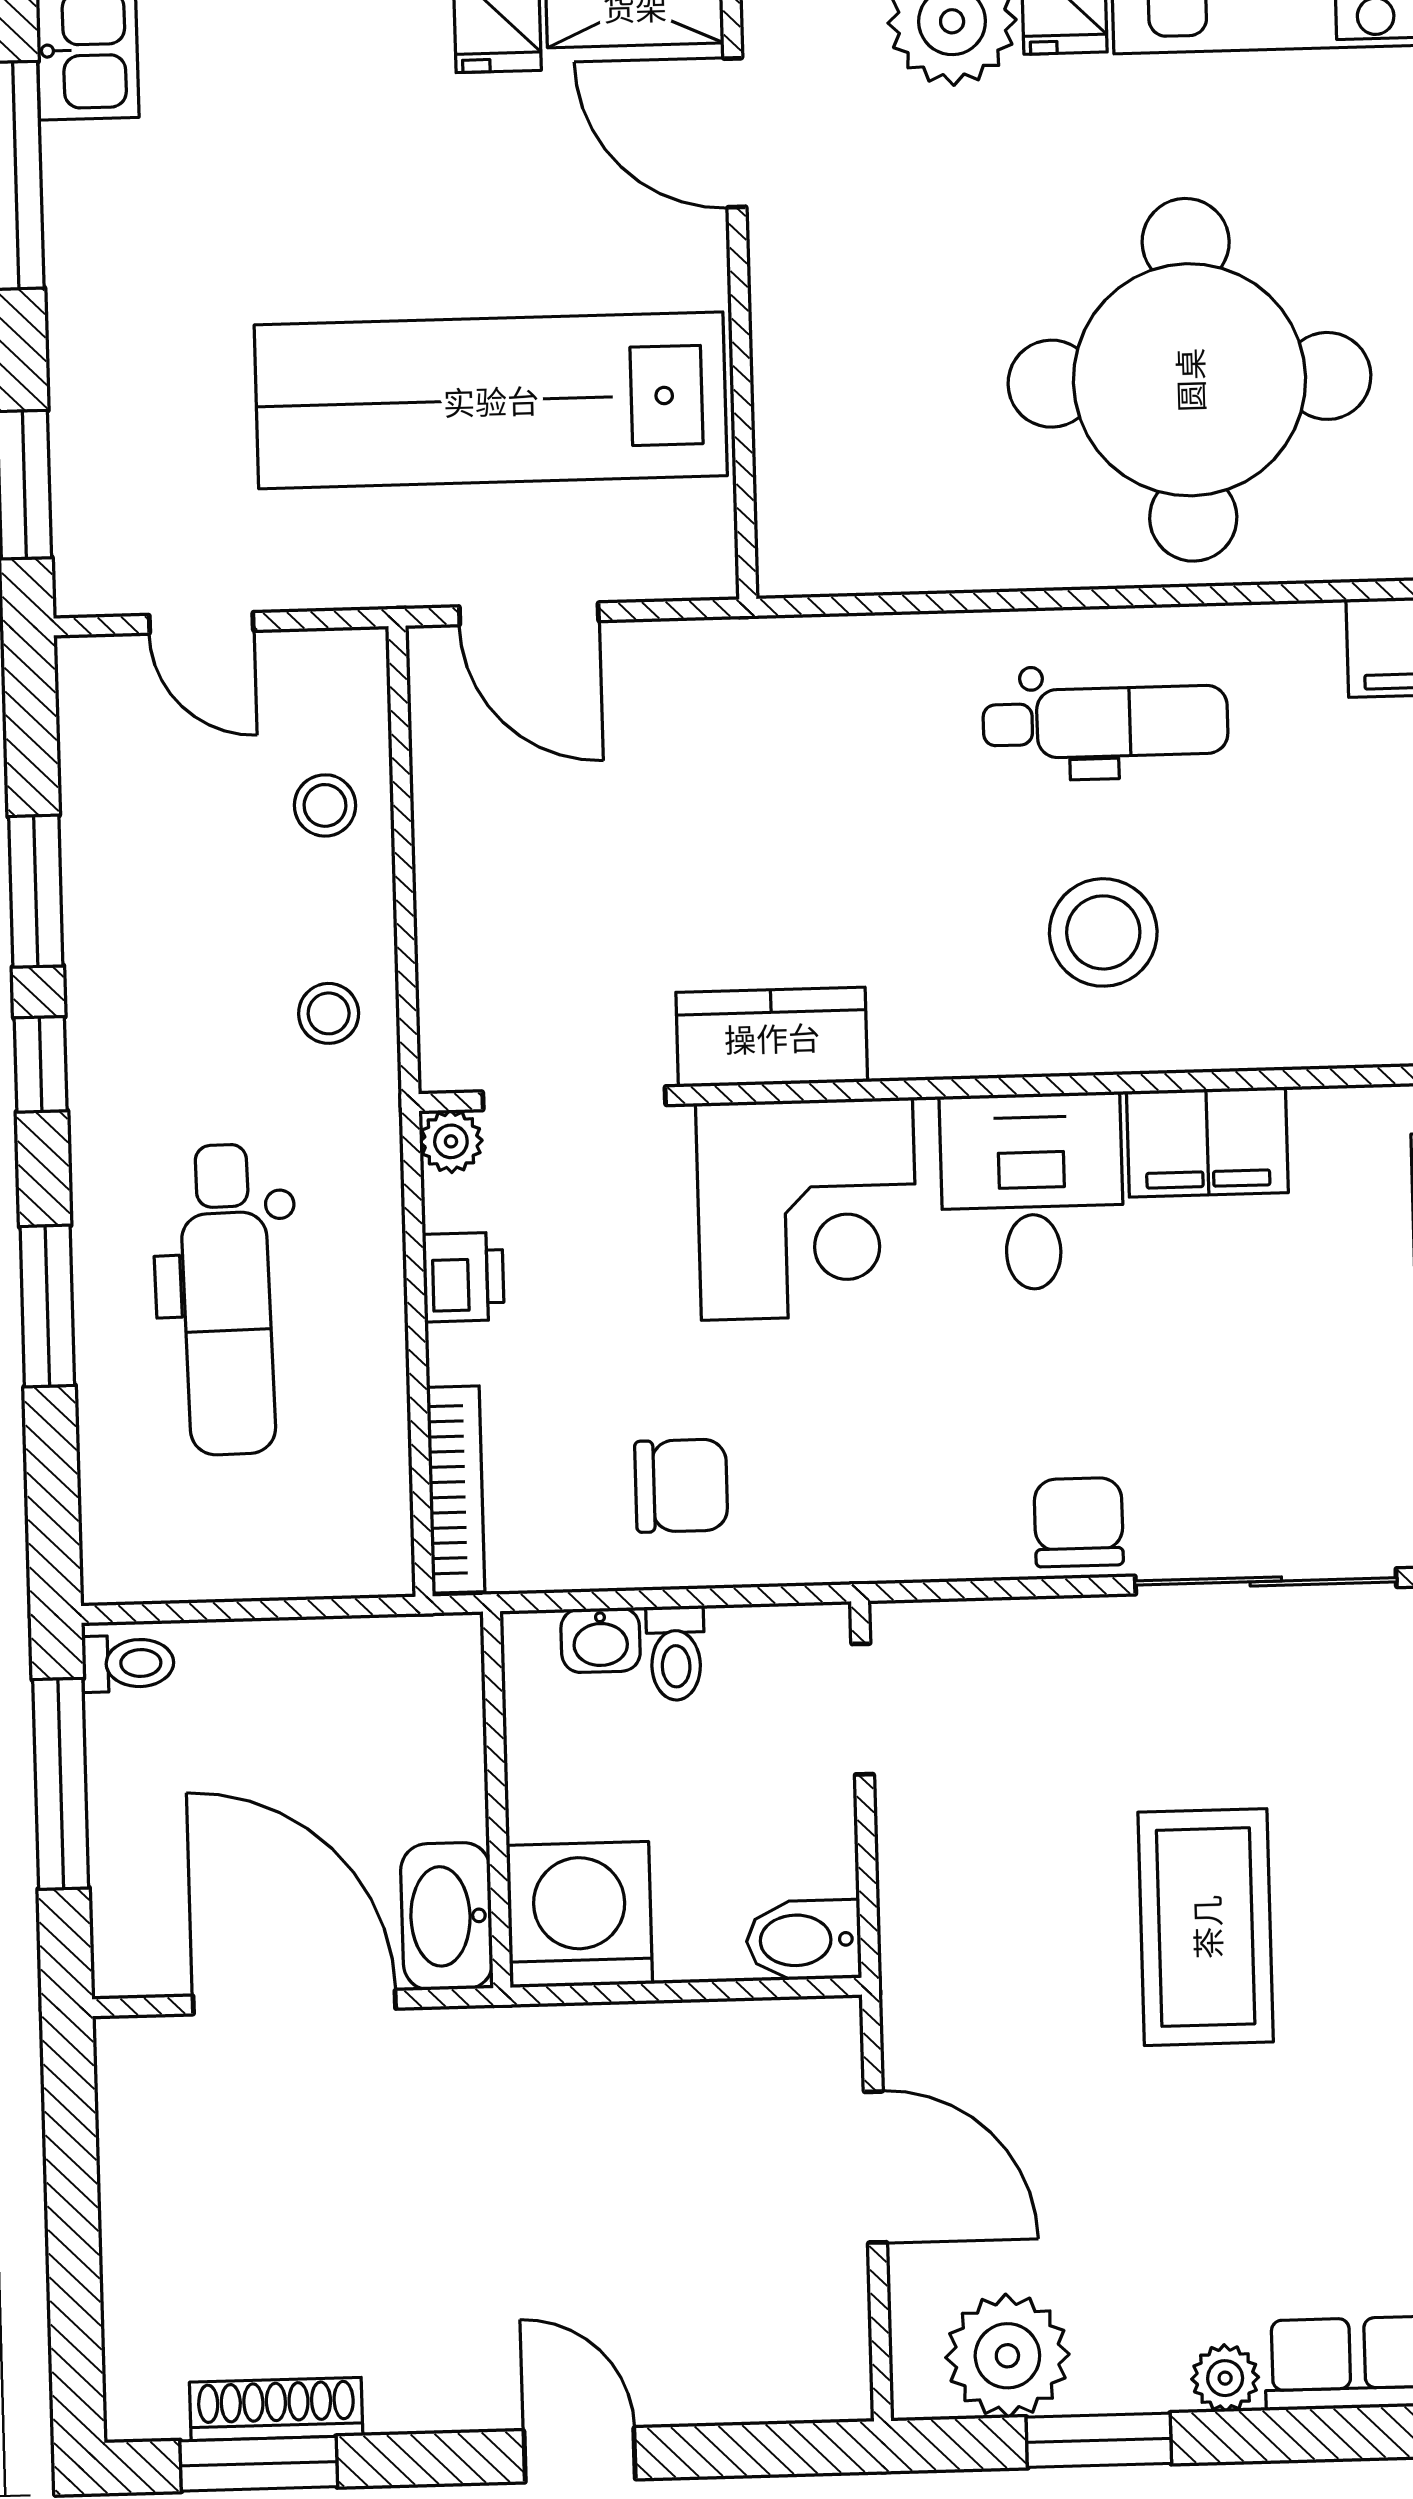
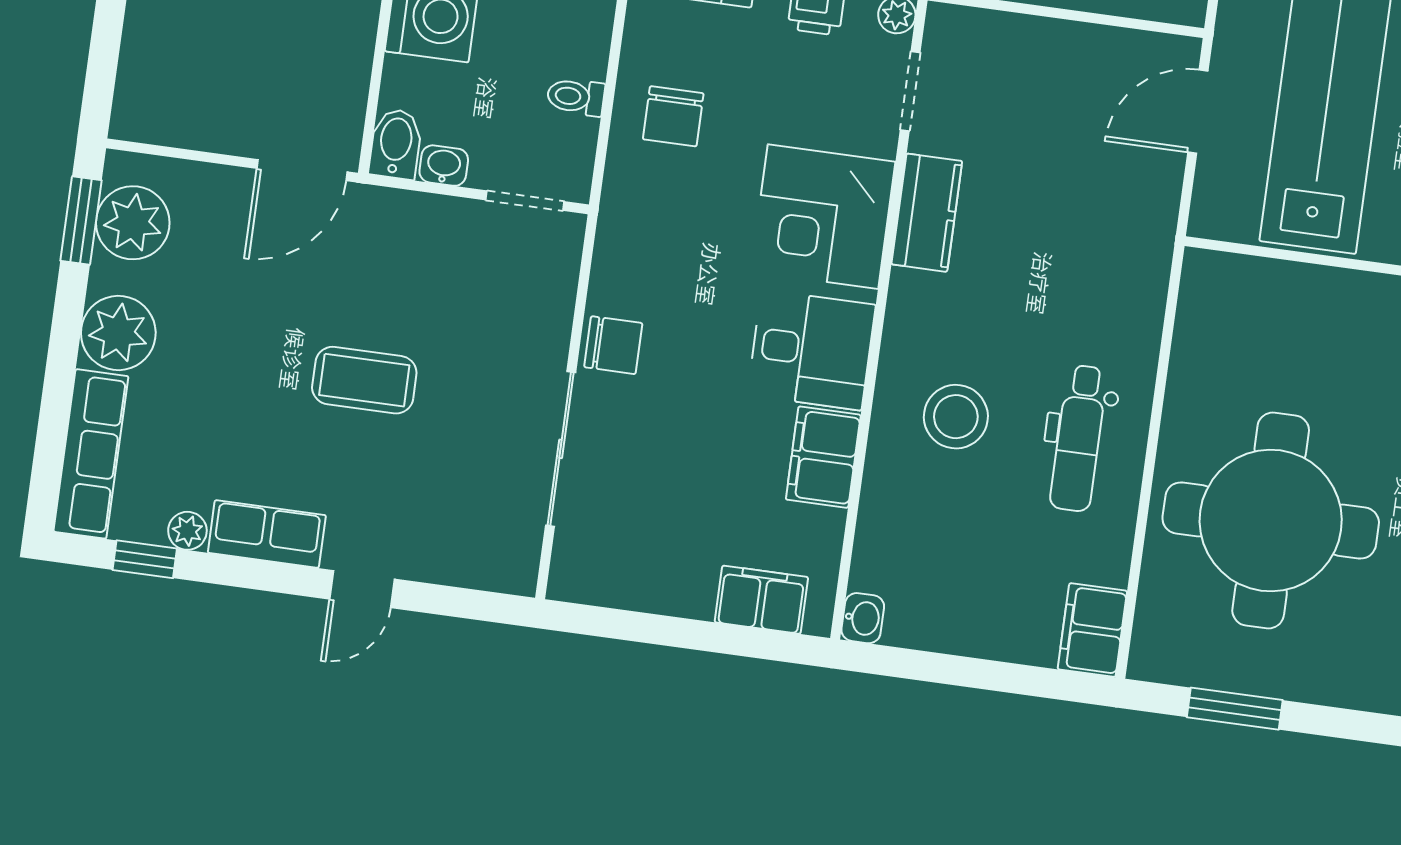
doorway: (574, 1098) -> (910, 91), width x0.73
washbasin: (601, 1640) -> (444, 166), moved, turned 90
coffee table: (1206, 1927) -> (364, 380), width x0.73, depth x0.76
door: (875, 2167) -> (302, 170), moved
plant: (1225, 2378) -> (118, 333), width x1.87, depth x1.87
window: (1099, 2440) -> (81, 220), moved

